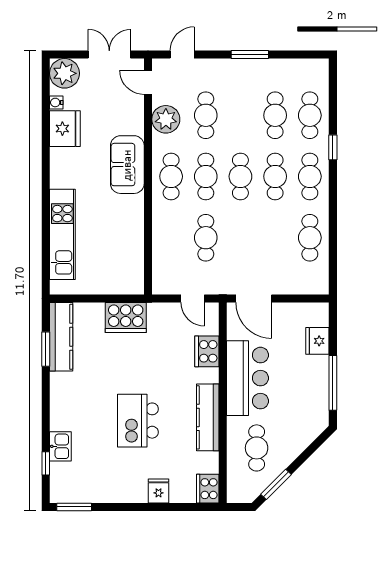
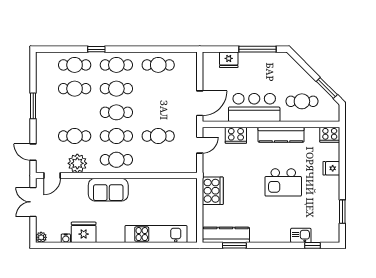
plant: (65, 73) -> (41, 237), width x0.53, depth x0.53
window: (74, 507) -> (342, 212), moved

